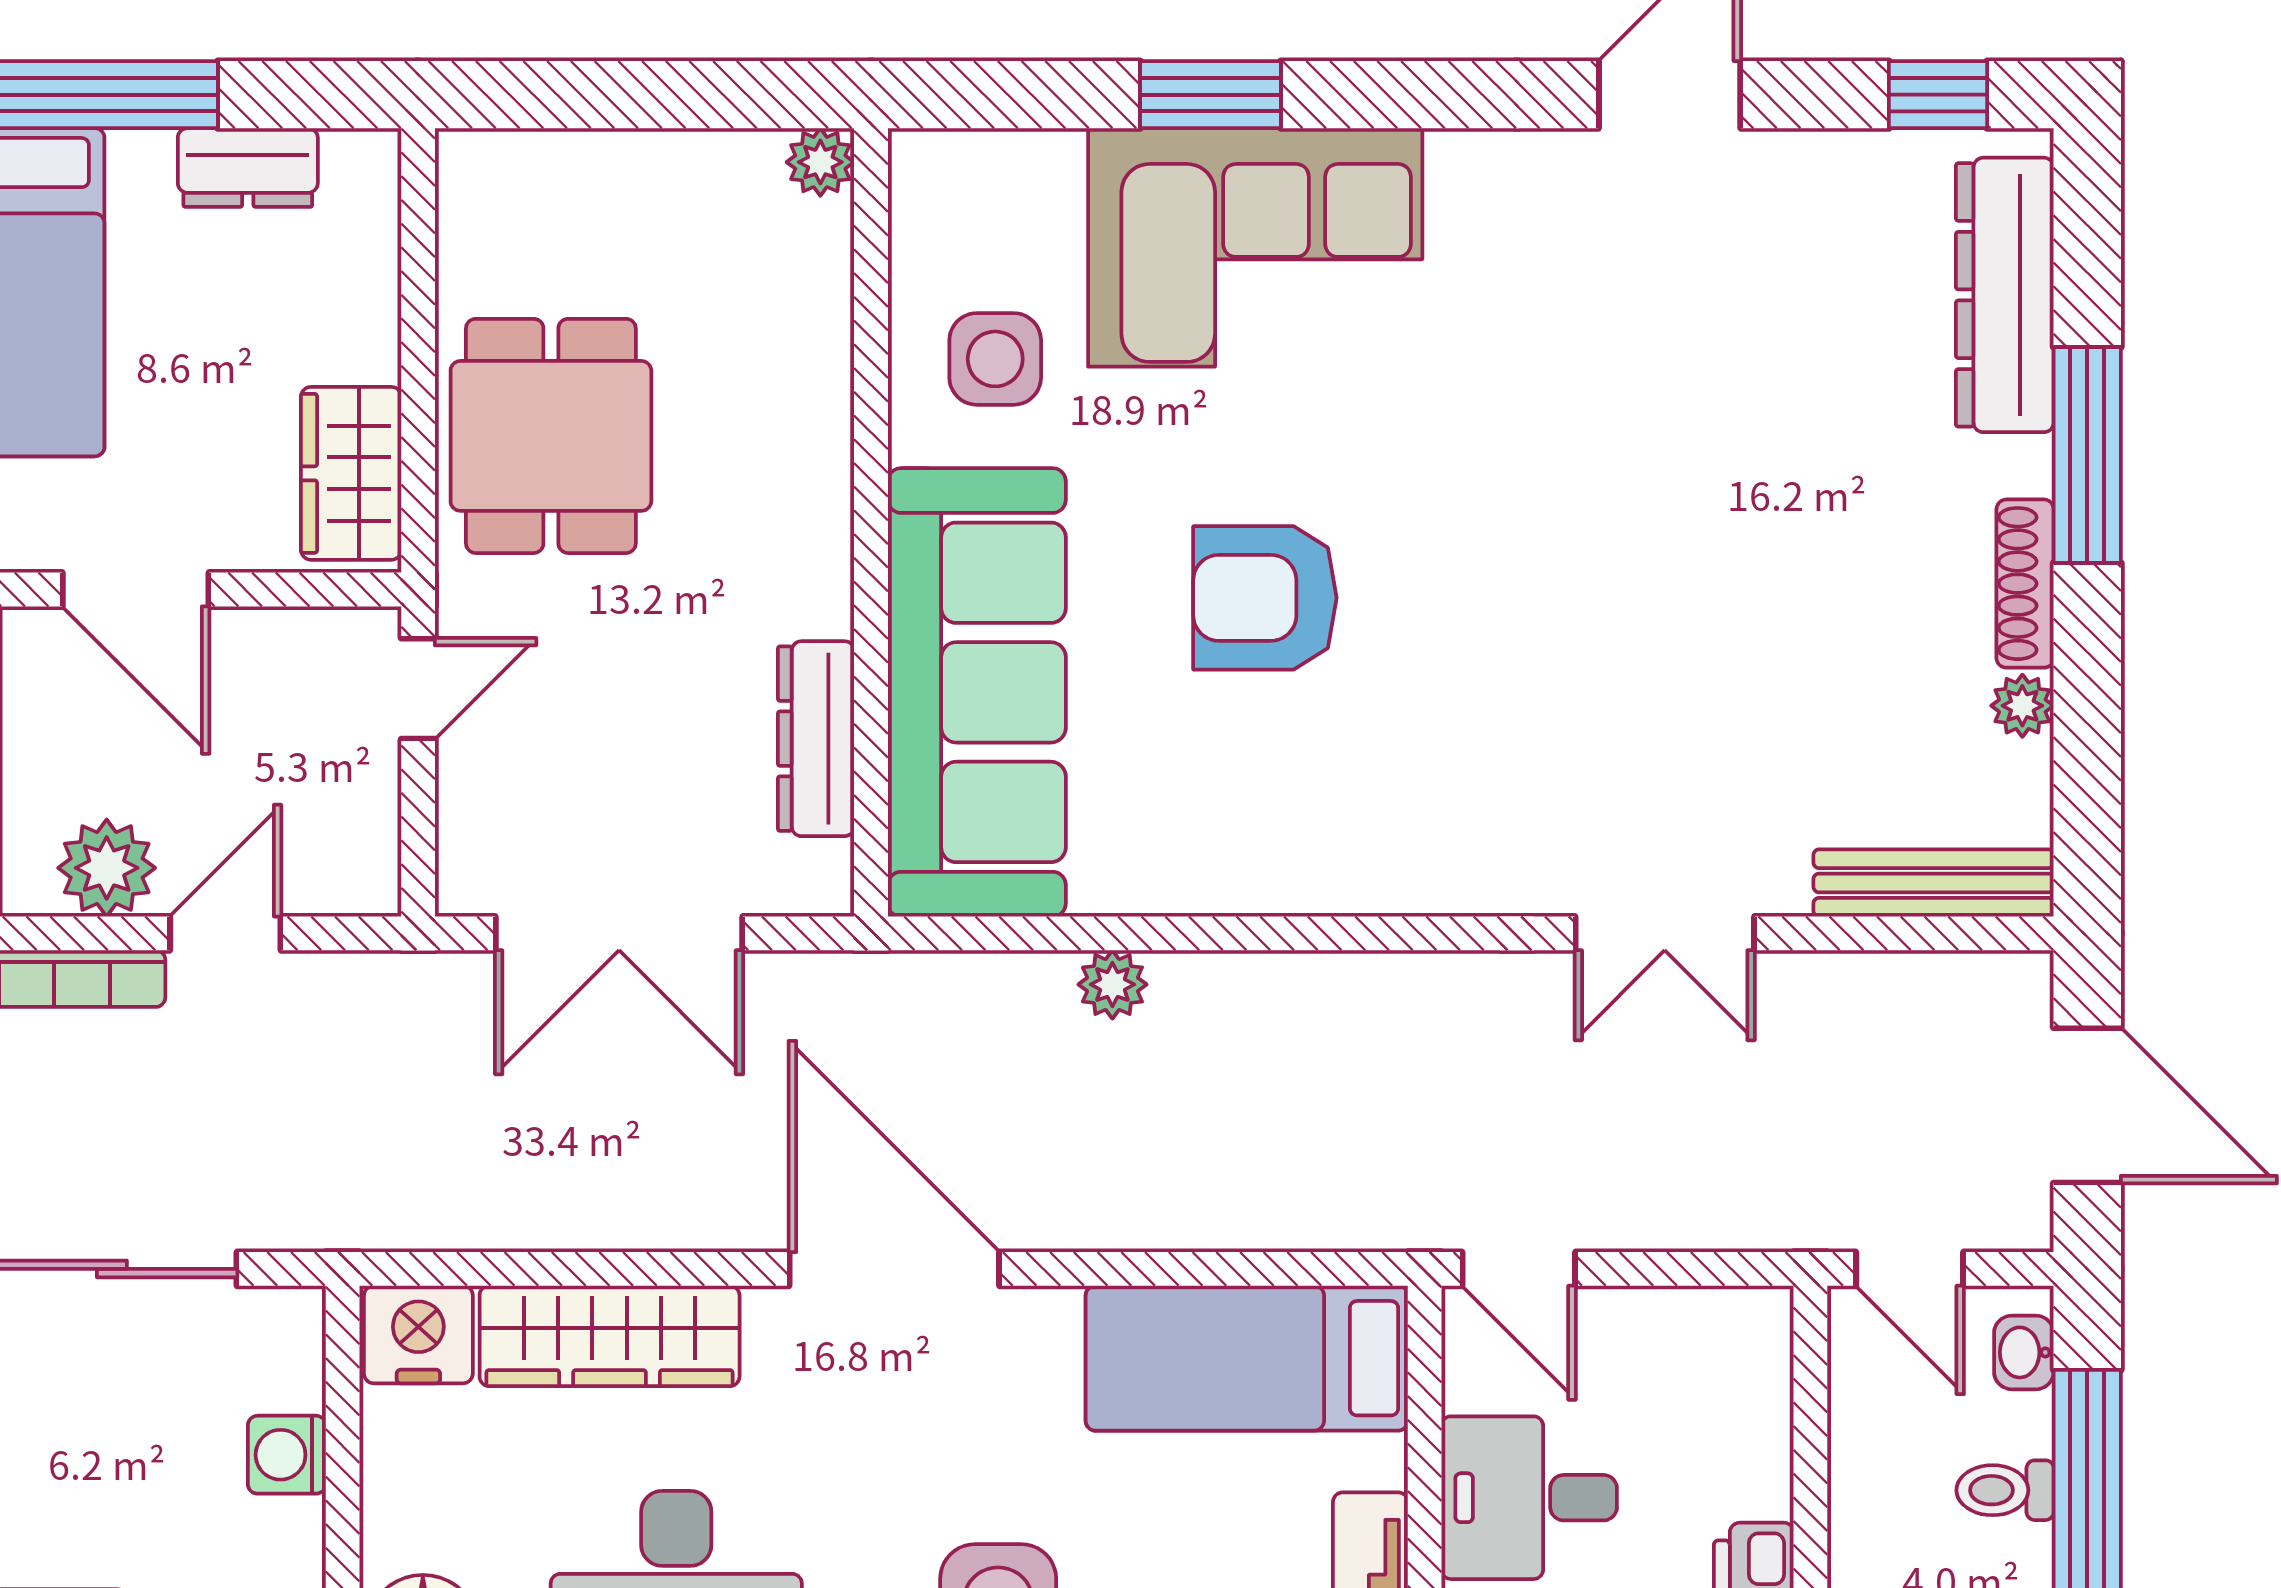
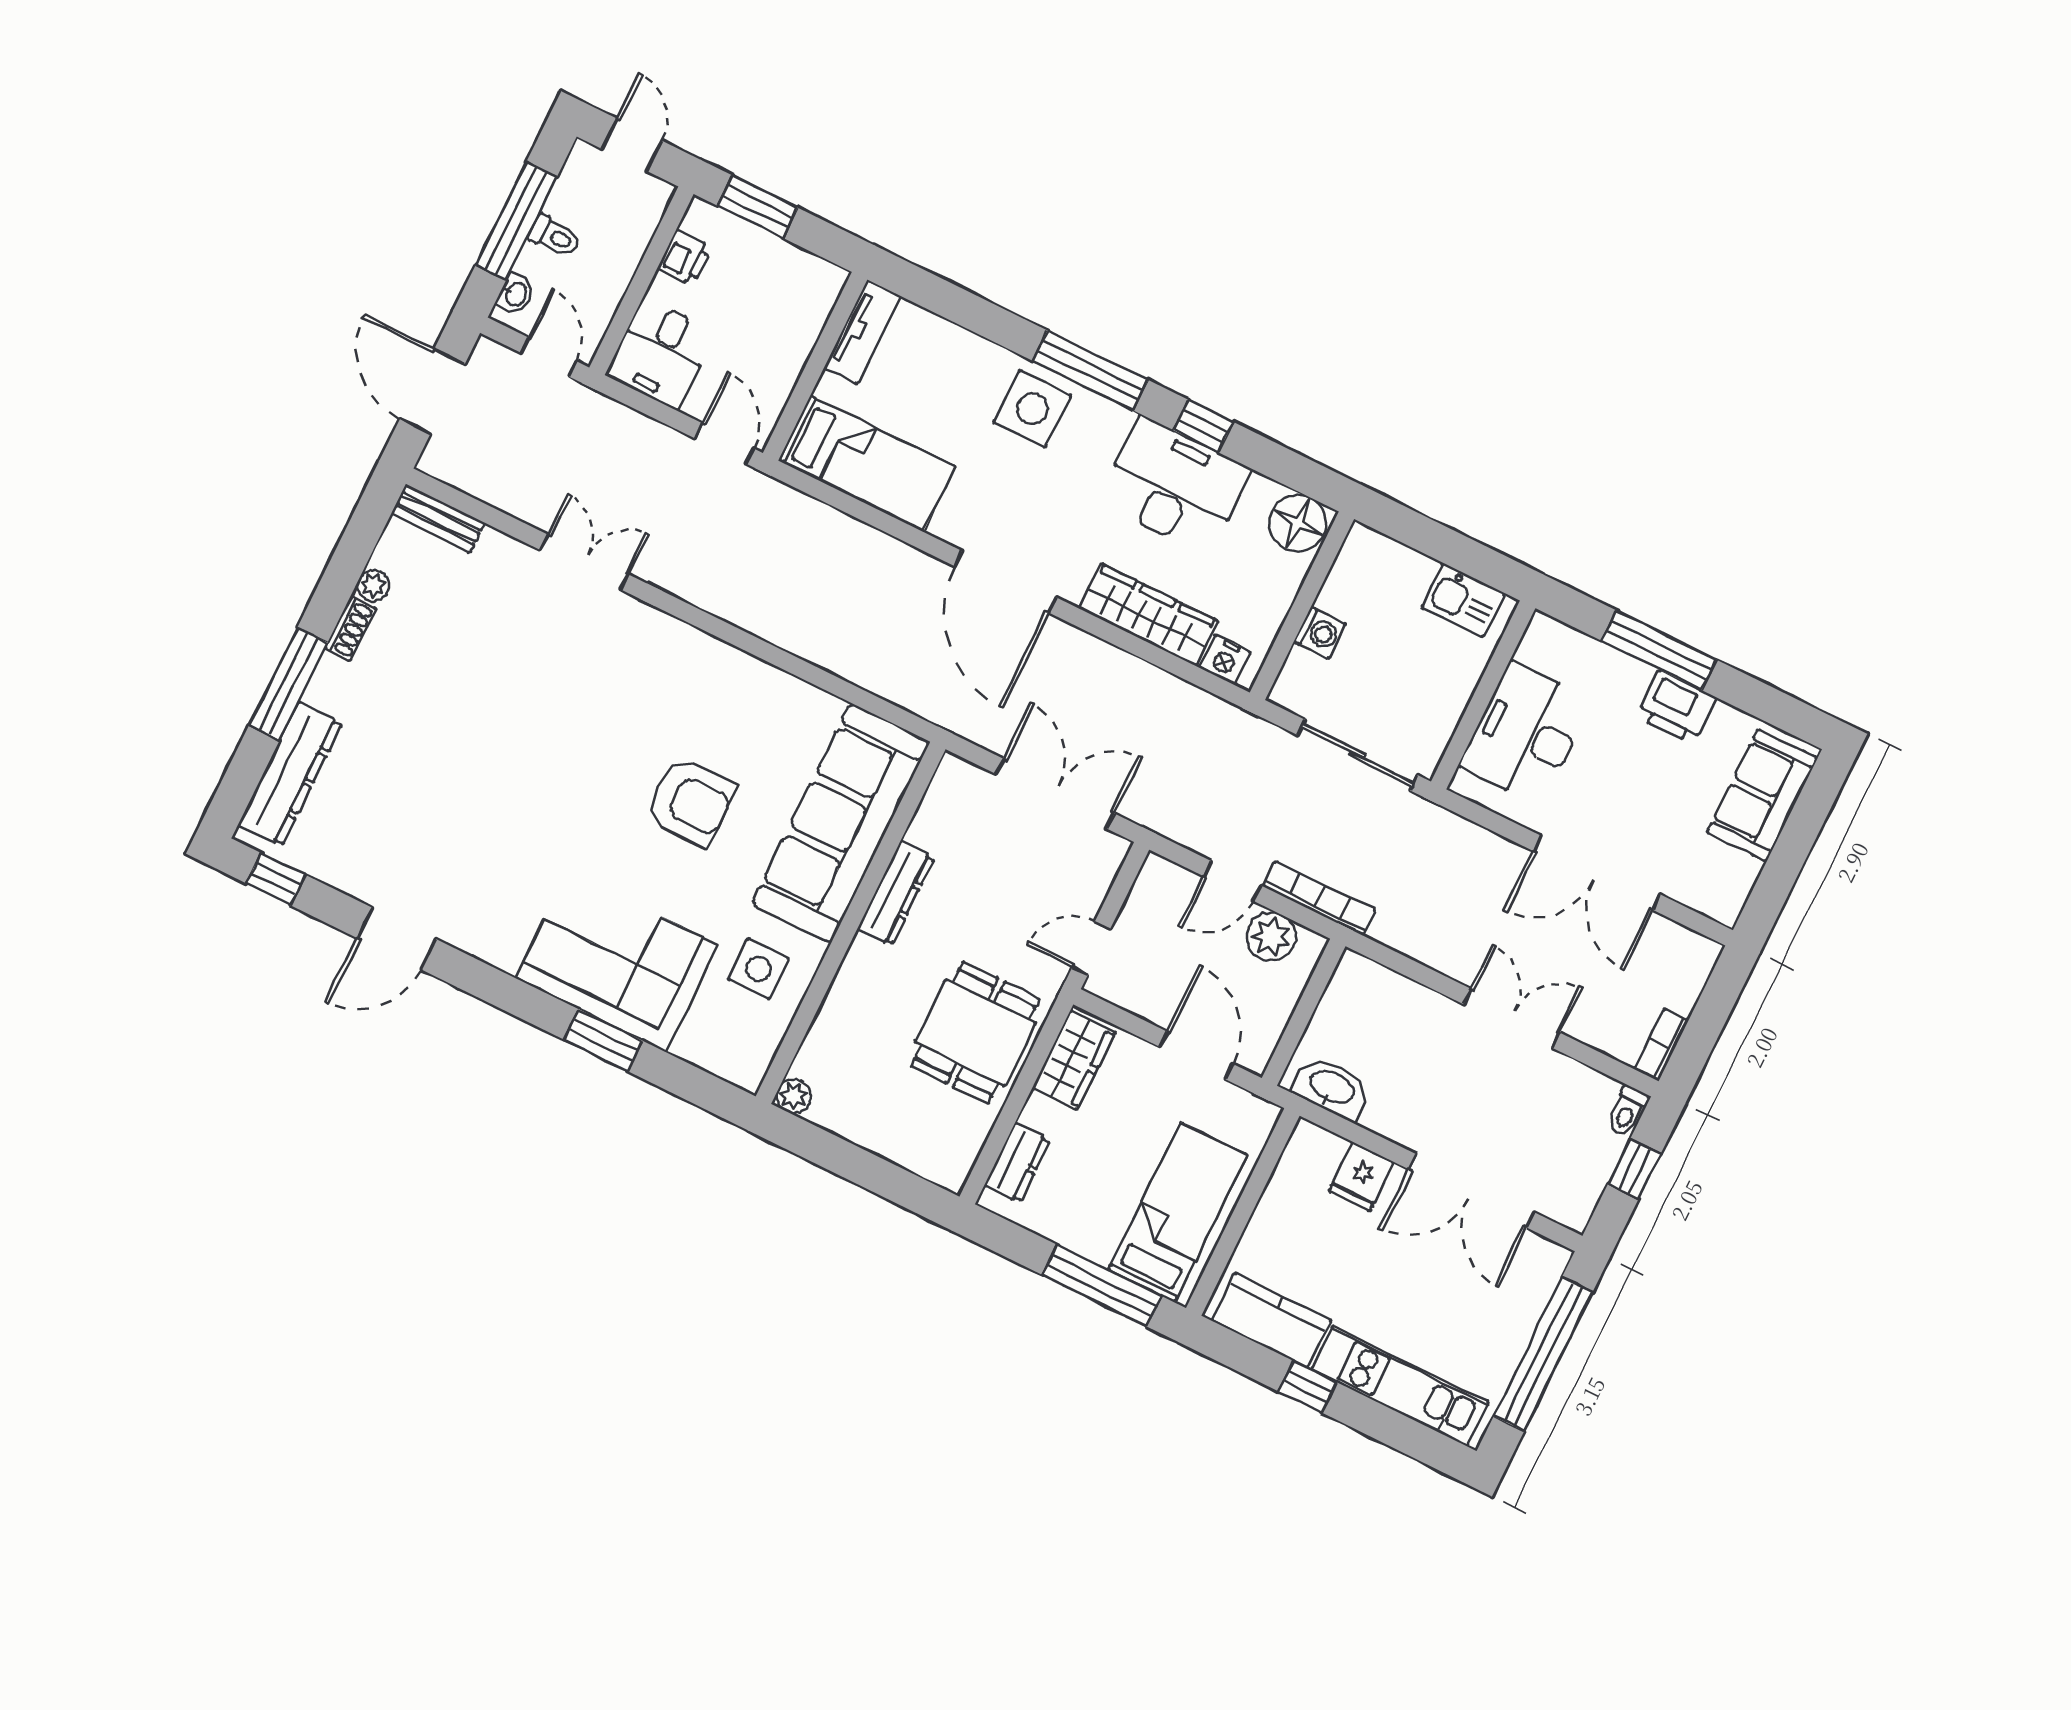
dresser: (248, 168) -> (1017, 1163), moved, turned 90
shoe rack: (2025, 584) -> (350, 628), width x0.70
dresser: (816, 739) -> (896, 893), moved
bench: (1934, 883) -> (438, 518), width x0.73
plant: (1112, 984) -> (844, 661), removed
nightstand: (418, 1335) -> (1225, 660), width x0.74, depth x0.75
desk: (1529, 1498) -> (661, 354), moved, turned 90

